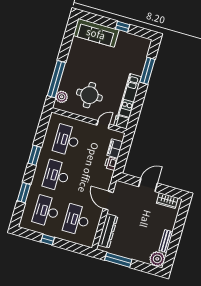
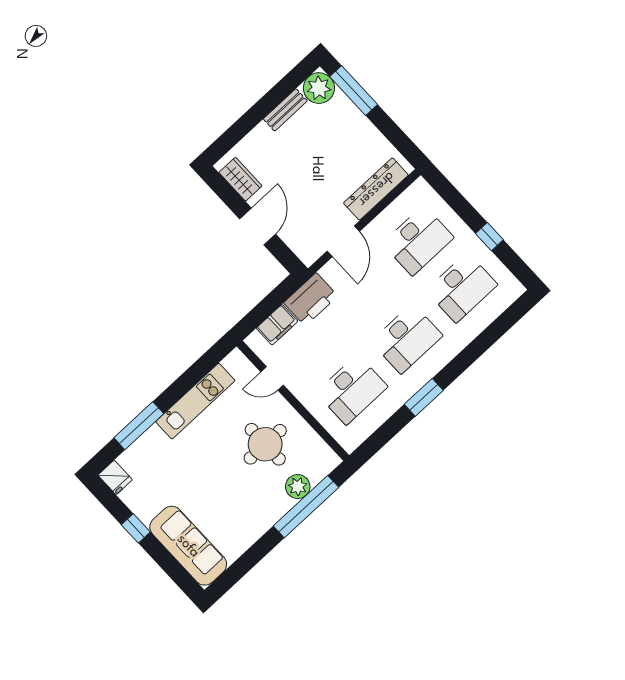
plant: (62, 97) -> (298, 487), moved
fridge: (122, 122) -> (115, 477), moved
printer: (111, 163) -> (311, 299), width x1.87, depth x1.48
door: (148, 185) -> (258, 226), swing flipped
window: (24, 193) -> (482, 343), removed
window: (118, 260) -> (354, 91), moved

